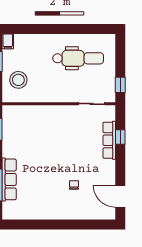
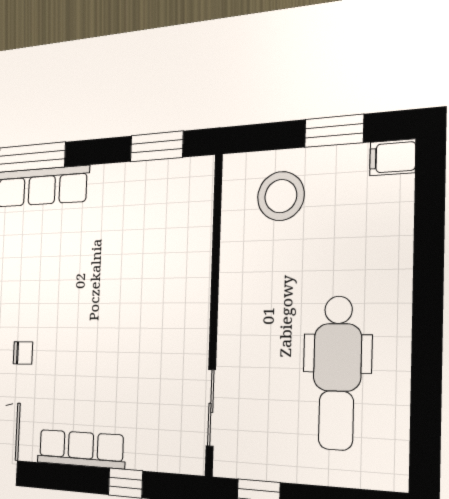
row of seats: (109, 140) -> (81, 449), moved

